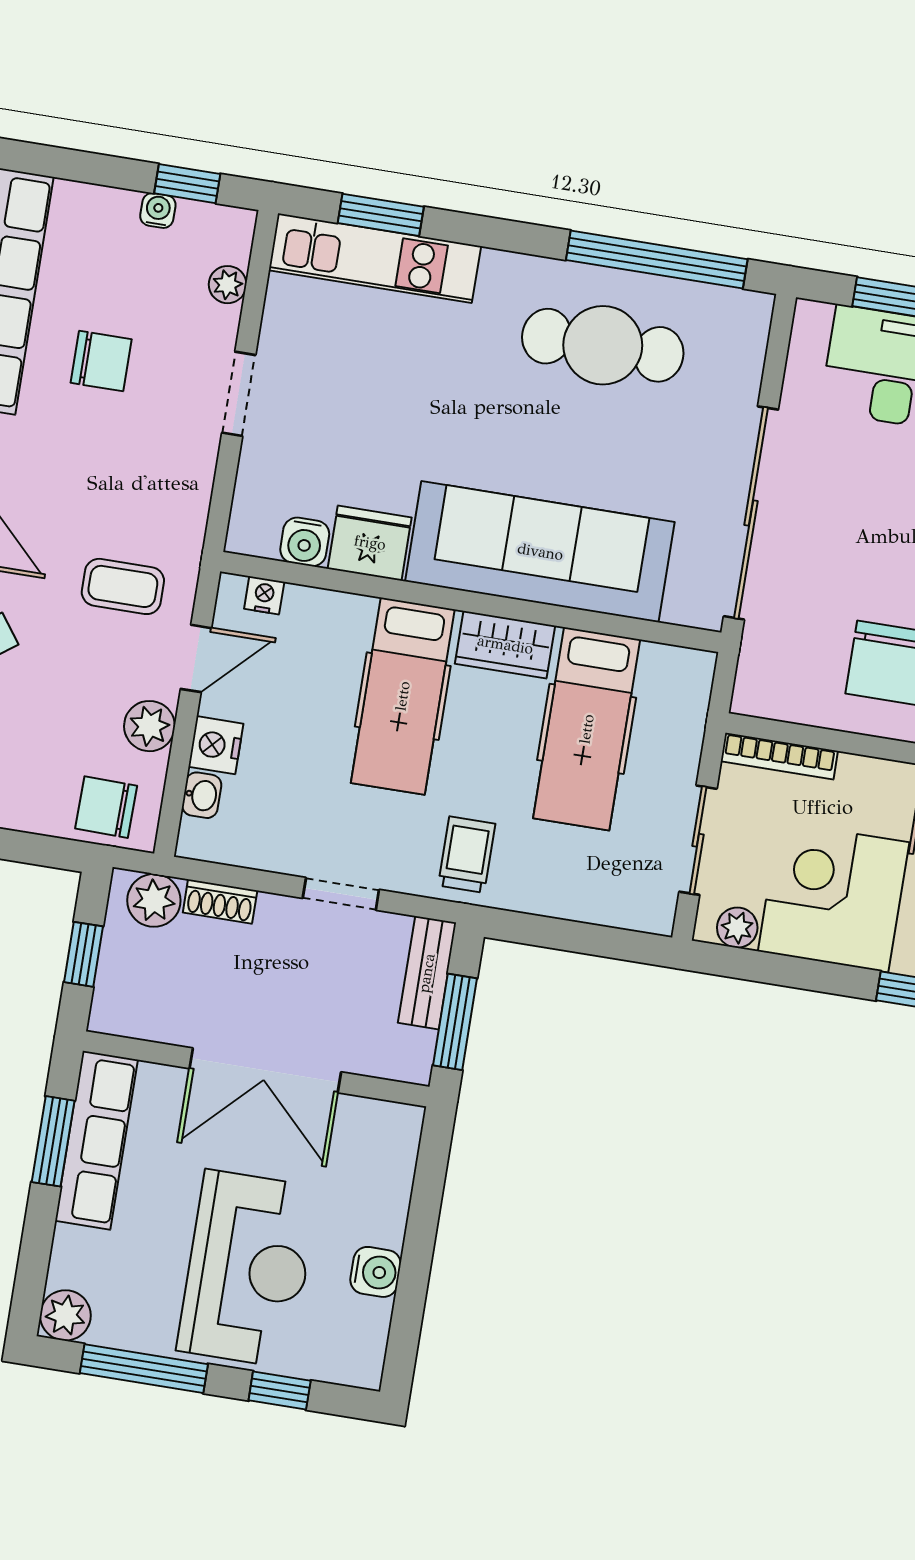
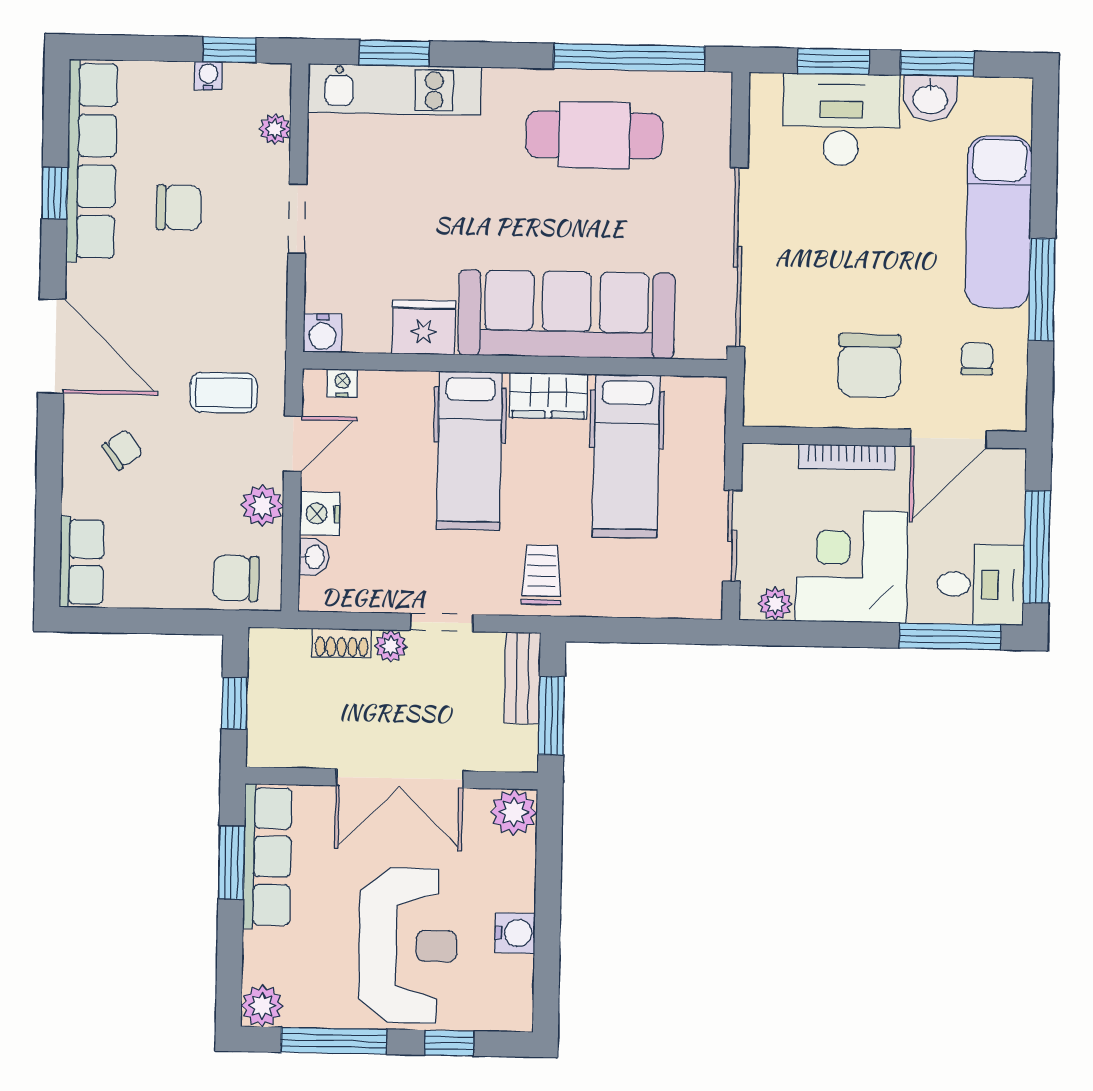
water cooler: (305, 542) -> (323, 333), moved
bookcase: (779, 756) -> (846, 457), moved
plant: (154, 900) -> (391, 646), moved, width x0.73, depth x0.73
plant: (394, 1129) -> (514, 812), added

